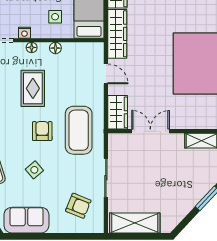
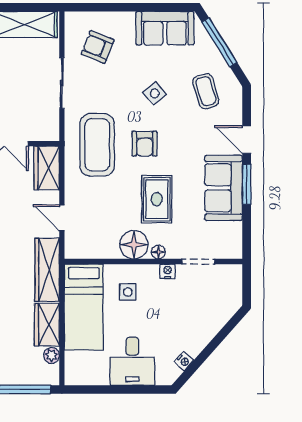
floor lamp: (55, 48) -> (134, 245), width x1.89, depth x1.89

